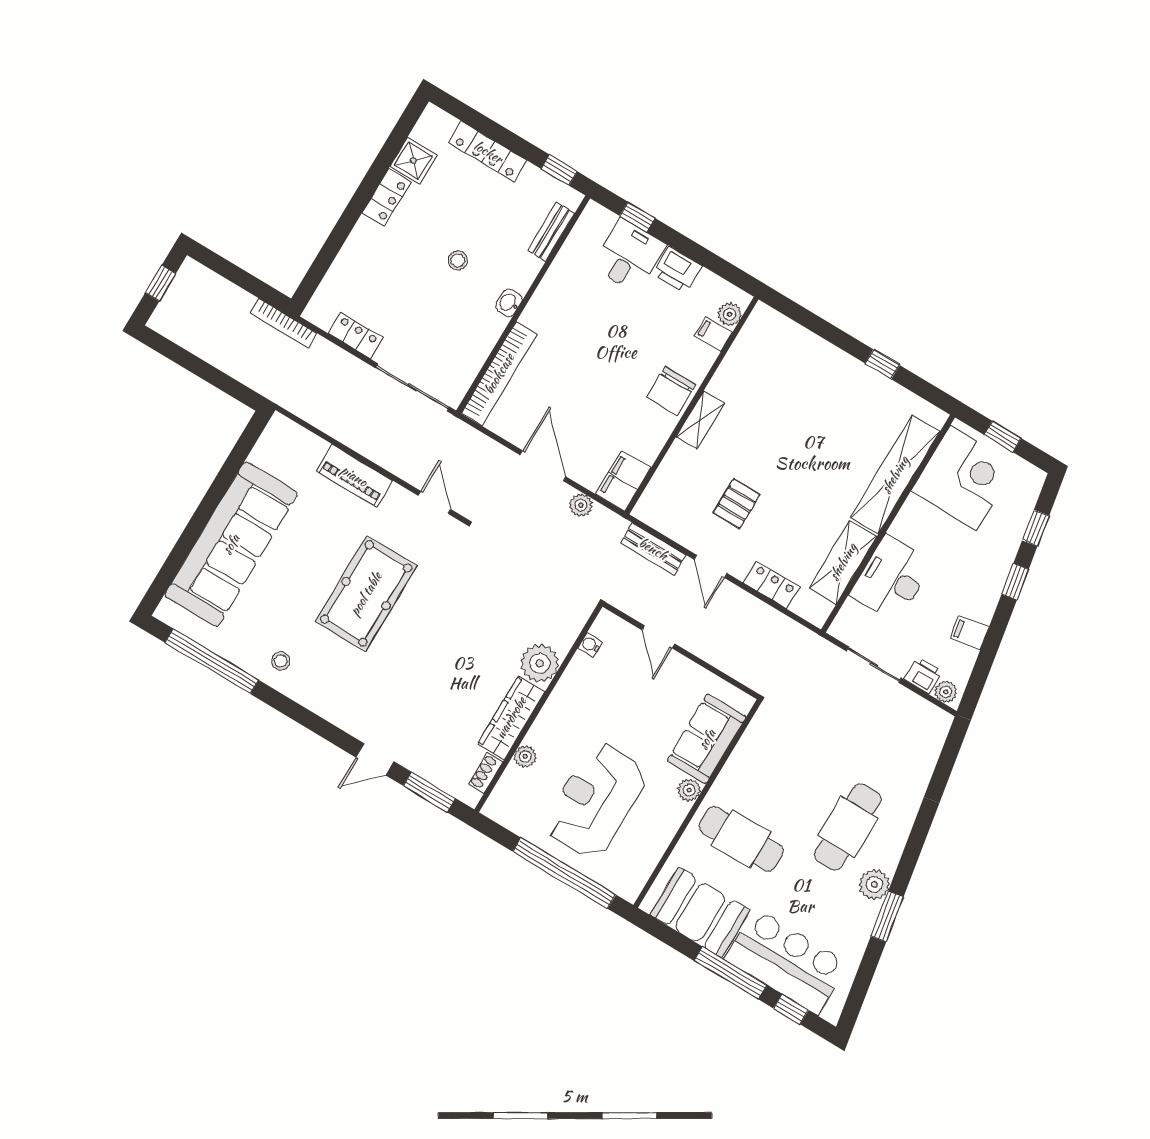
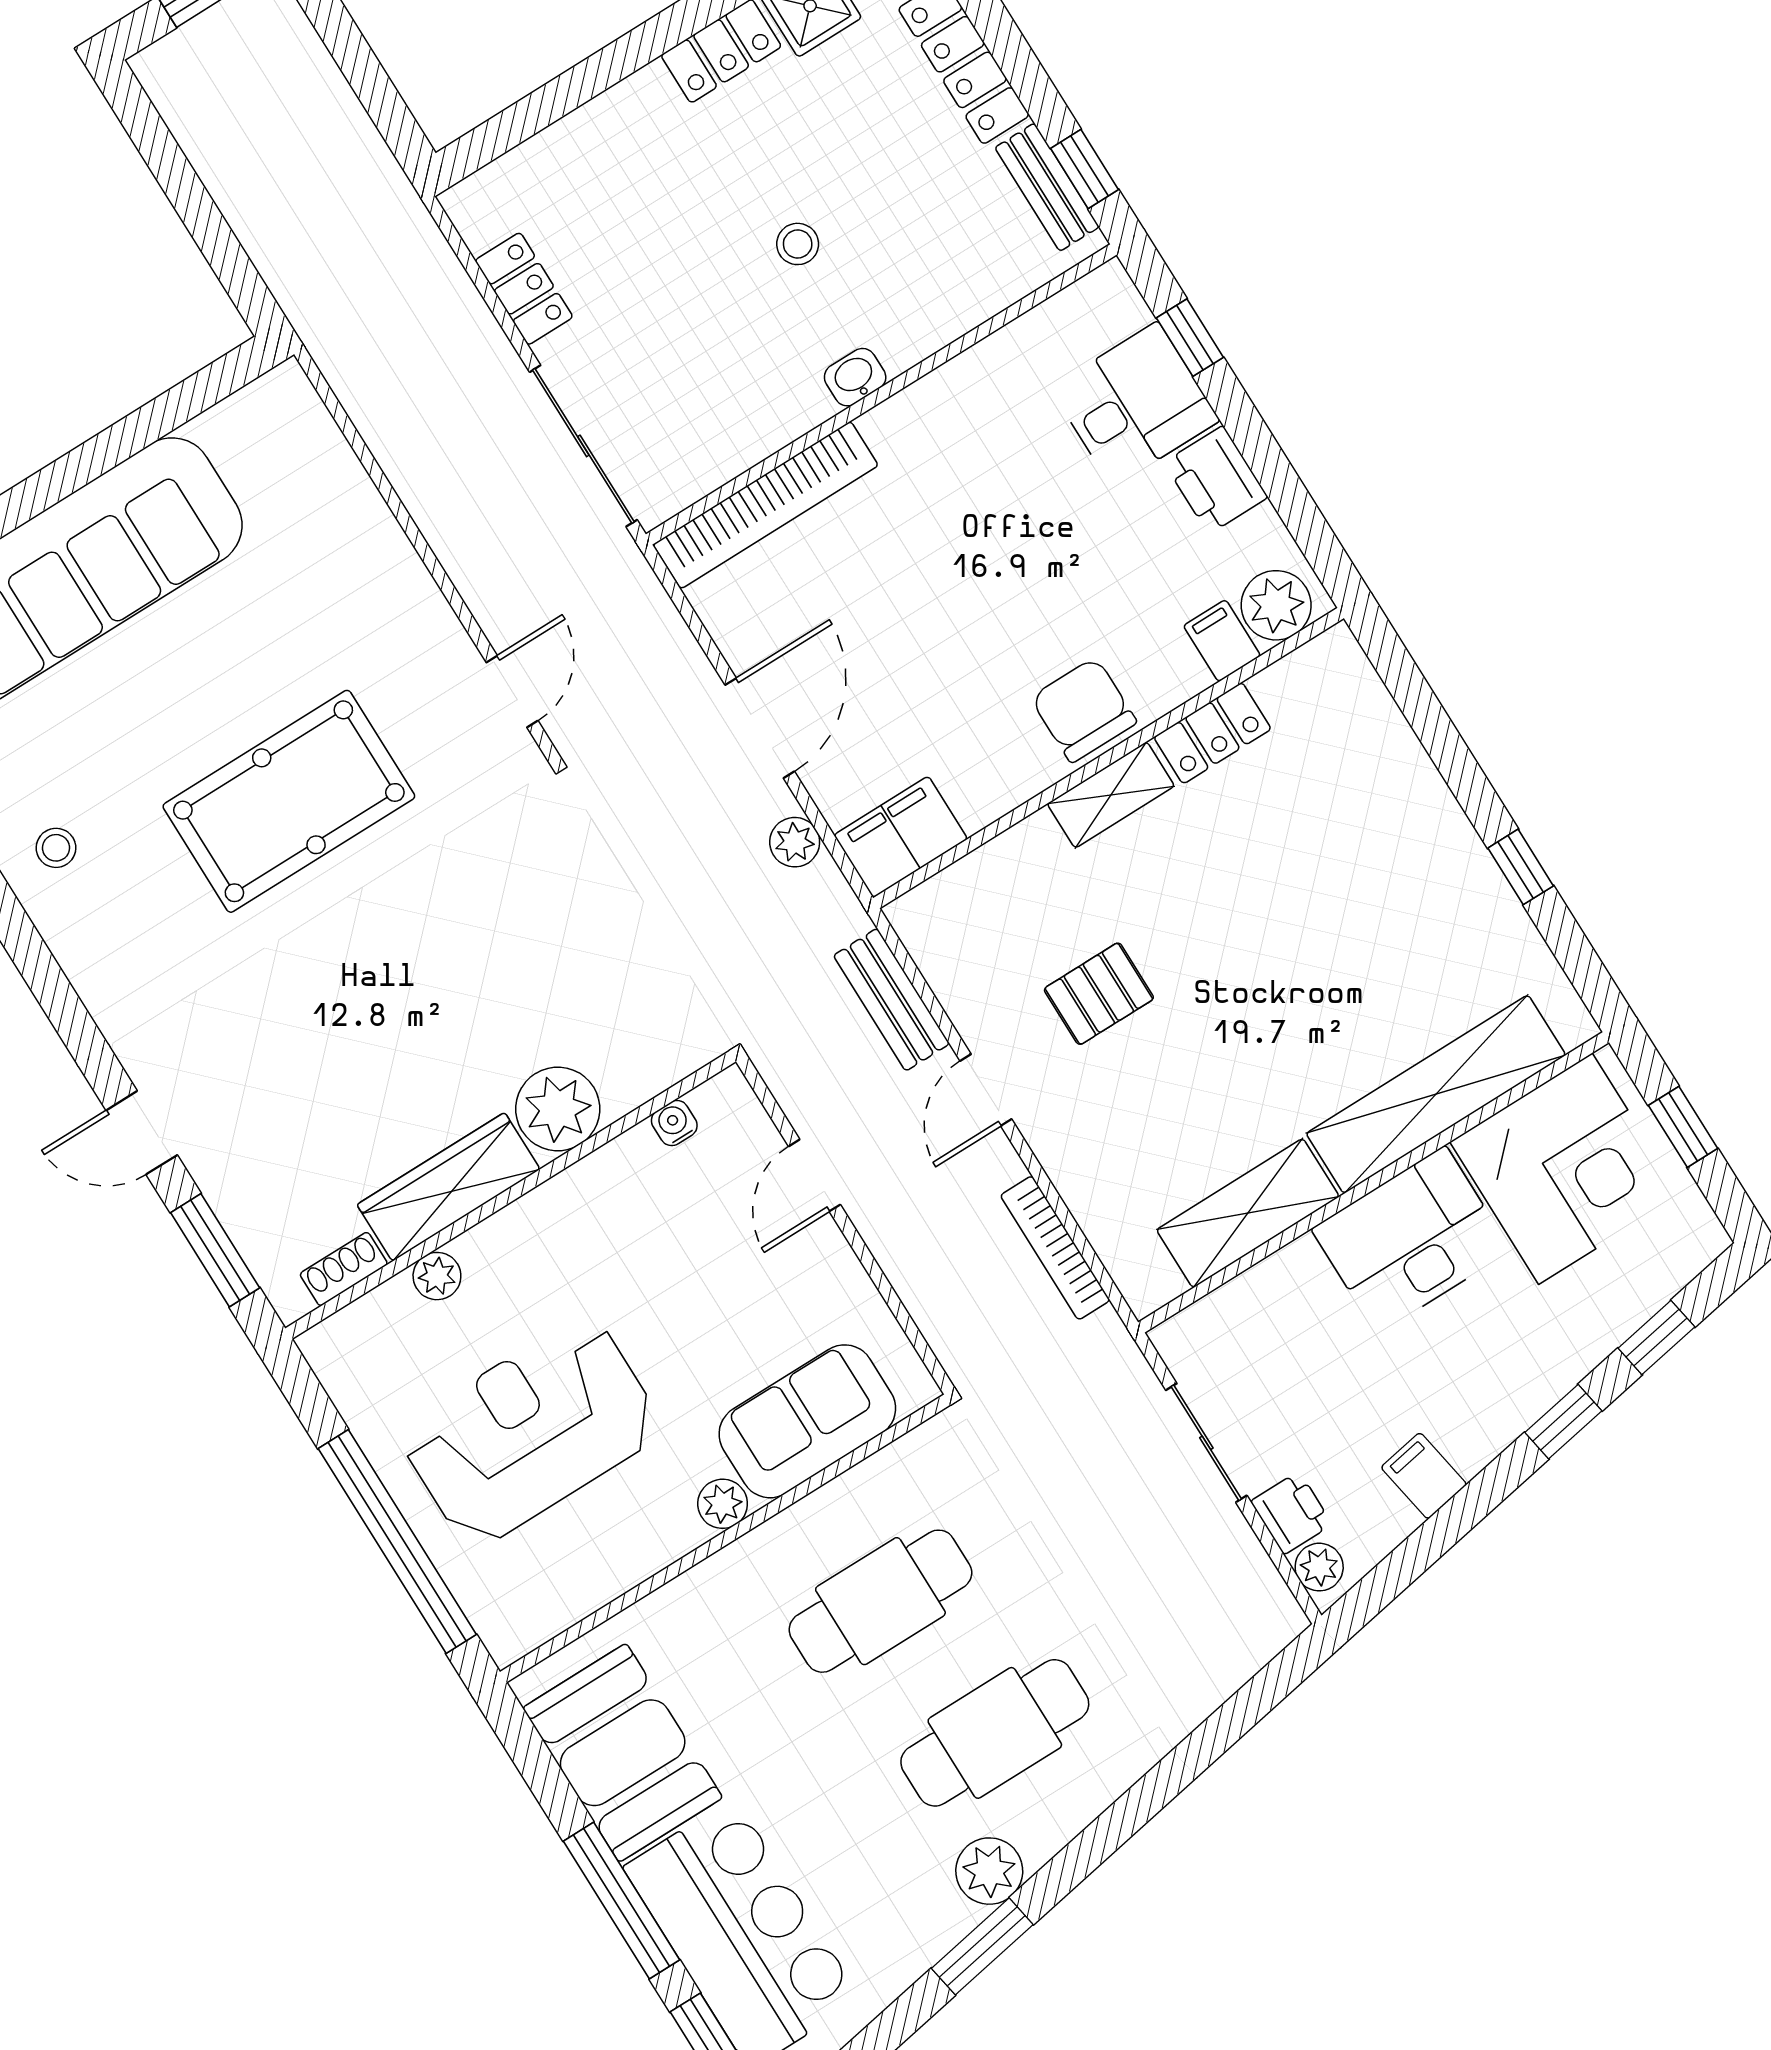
bench: (551, 232) -> (1047, 187), moved, turned 90
plant: (730, 314) -> (1276, 605), width x1.38, depth x1.38
bookcase: (284, 323) -> (1055, 1248), moved
chair: (671, 391) -> (1084, 710), turned 90
piano: (354, 476) -> (383, 561), removed
desk: (891, 579) -> (1411, 1240), moved
locker: (772, 585) -> (1212, 733), moved, turned 90
cafe table: (741, 839) -> (880, 1601), moved, turned 90

